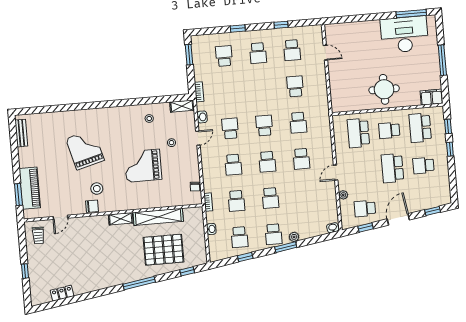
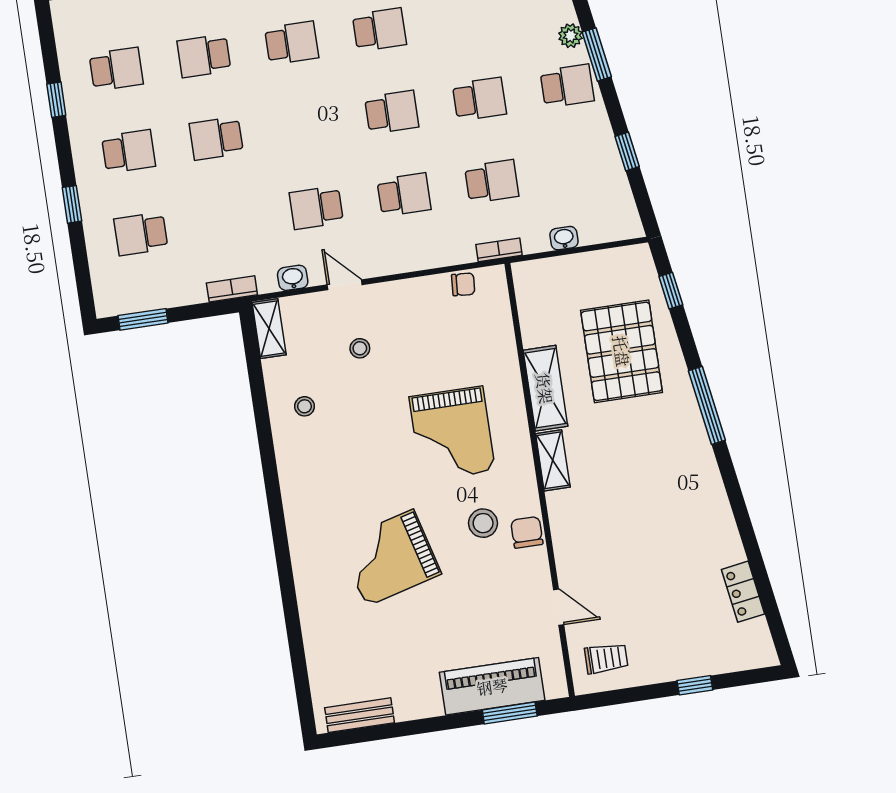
school desk: (264, 126) -> (216, 138), moved
grand piano: (143, 166) -> (452, 434), moved
shelving: (158, 217) -> (545, 388), width x0.68
school desk: (239, 237) -> (579, 168), removed

